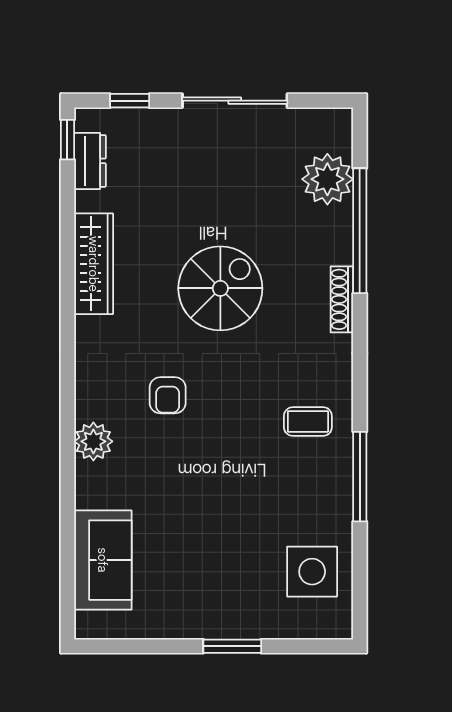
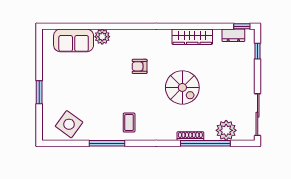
sliding door: (235, 101) -> (258, 115), moved
shoe rack: (342, 299) -> (190, 136), moved
plant: (93, 441) -> (102, 37), moved
side table: (312, 572) -> (69, 124), turned 36

